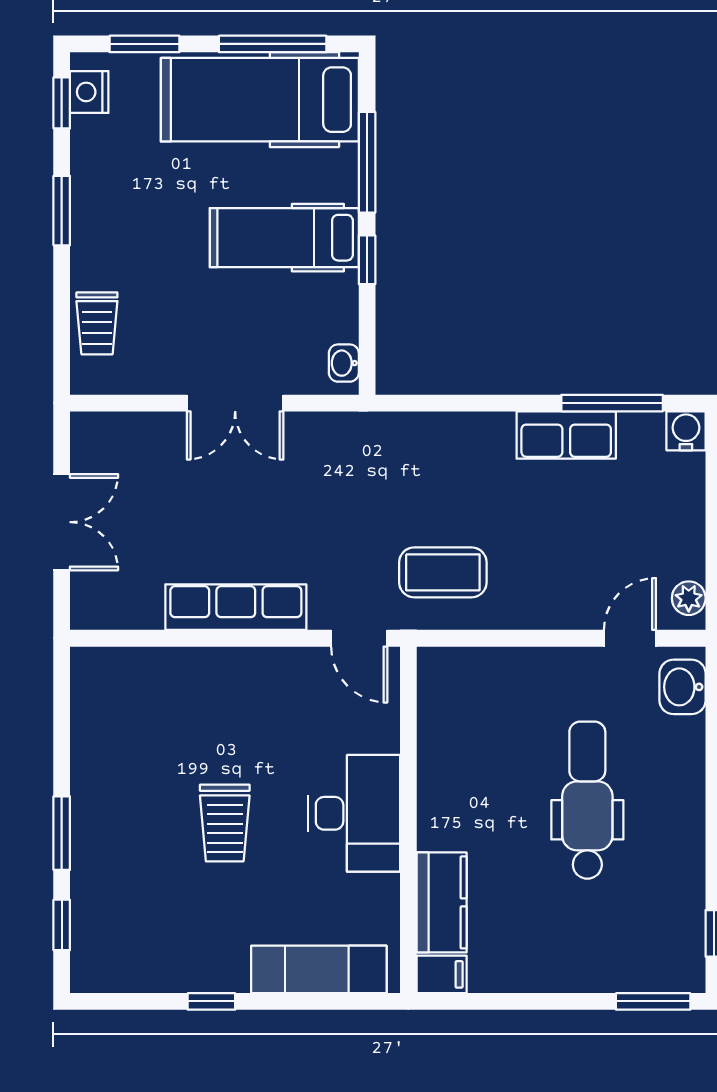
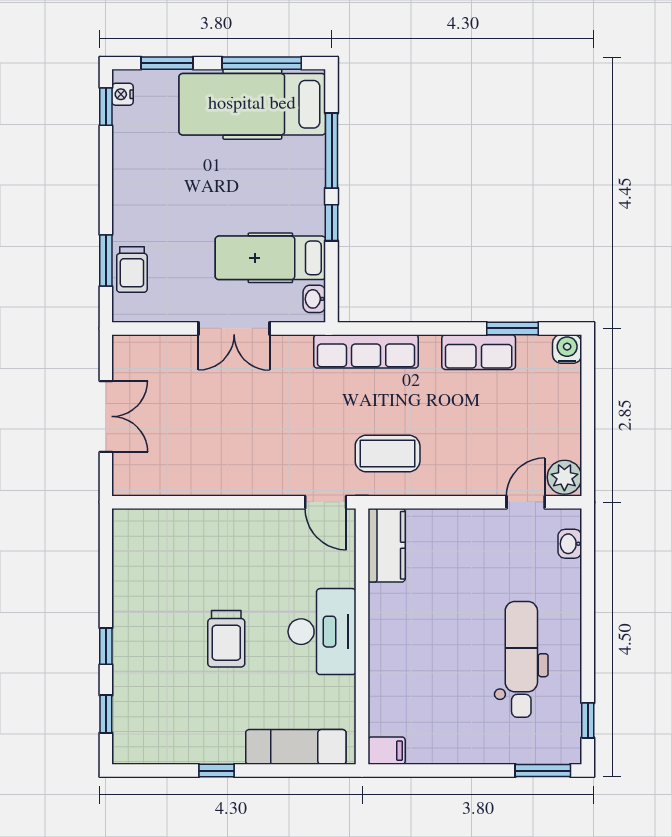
nightstand: (89, 92) -> (122, 94), width x0.72, depth x0.74
window: (62, 211) -> (106, 261), moved
hospital bed: (284, 238) -> (270, 258), moved
window: (612, 403) -> (513, 328), width x0.69
plant: (689, 598) -> (564, 477), width x1.38, depth x1.38
row of seats: (236, 607) -> (366, 351), moved, turned 180
washbasin: (683, 687) -> (570, 544), width x0.72, depth x0.69
dental chair: (587, 800) -> (521, 659), moved
window: (62, 833) -> (106, 646), width x0.67
kitchen counter: (442, 902) -> (387, 545), moved

